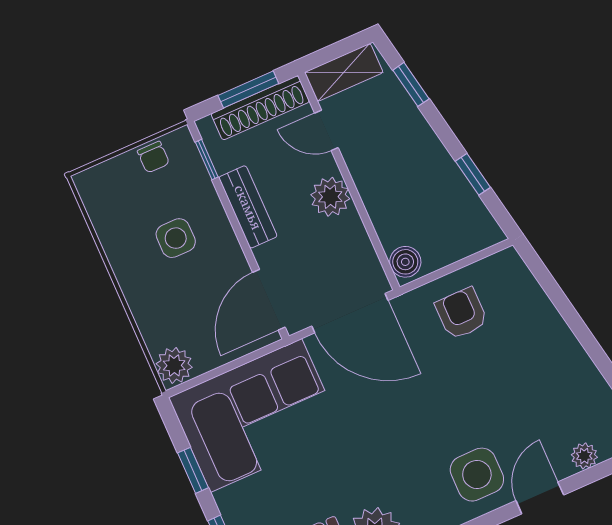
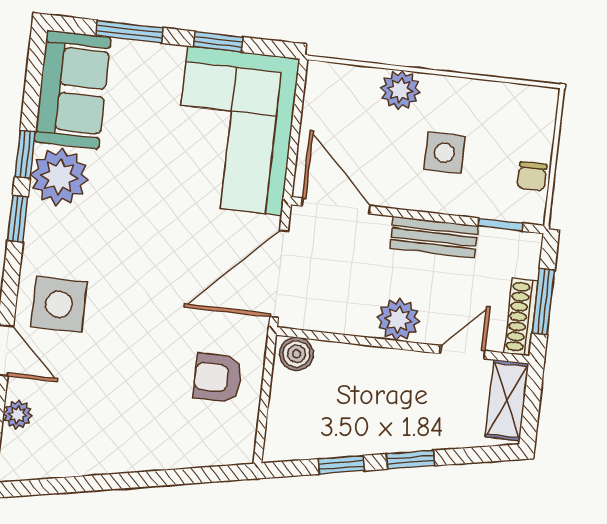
window: (411, 84) -> (410, 460), moved
shoe rack: (260, 108) -> (521, 317), width x0.74, depth x0.81
chair: (153, 157) -> (532, 176), turned -90
armchair: (461, 314) -> (218, 378), turned 180
plant: (174, 365) -> (400, 90), moved

